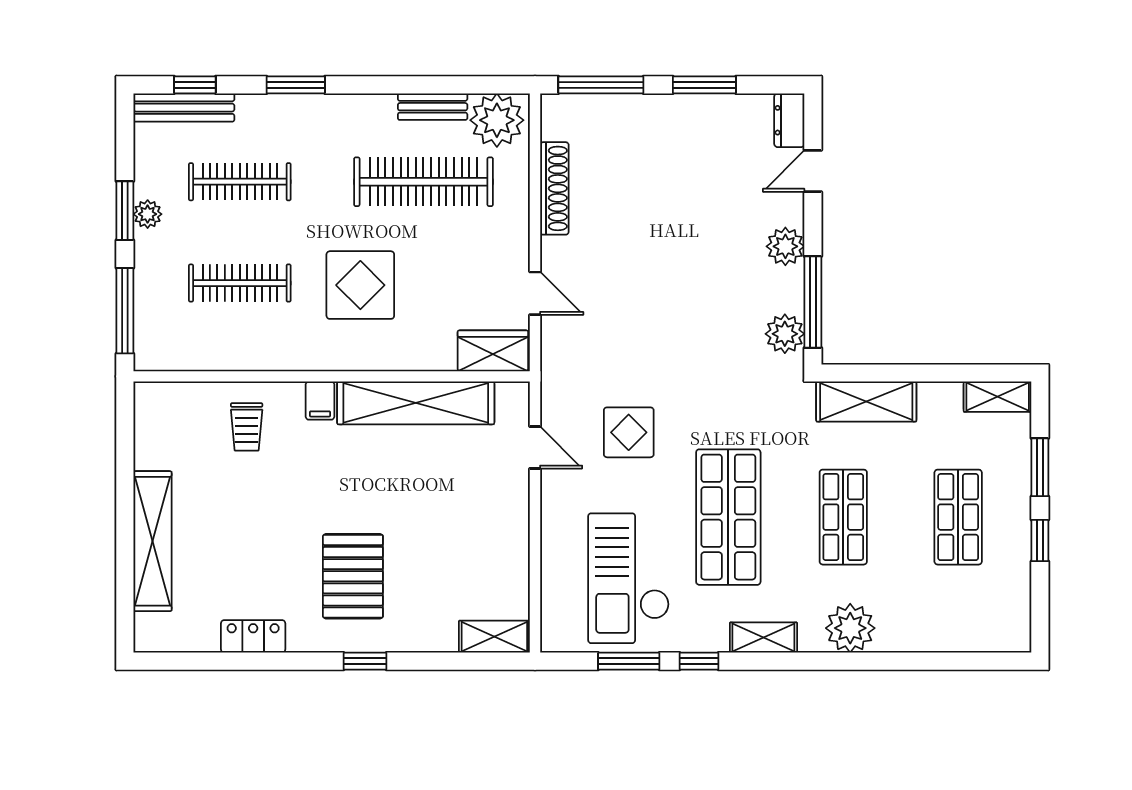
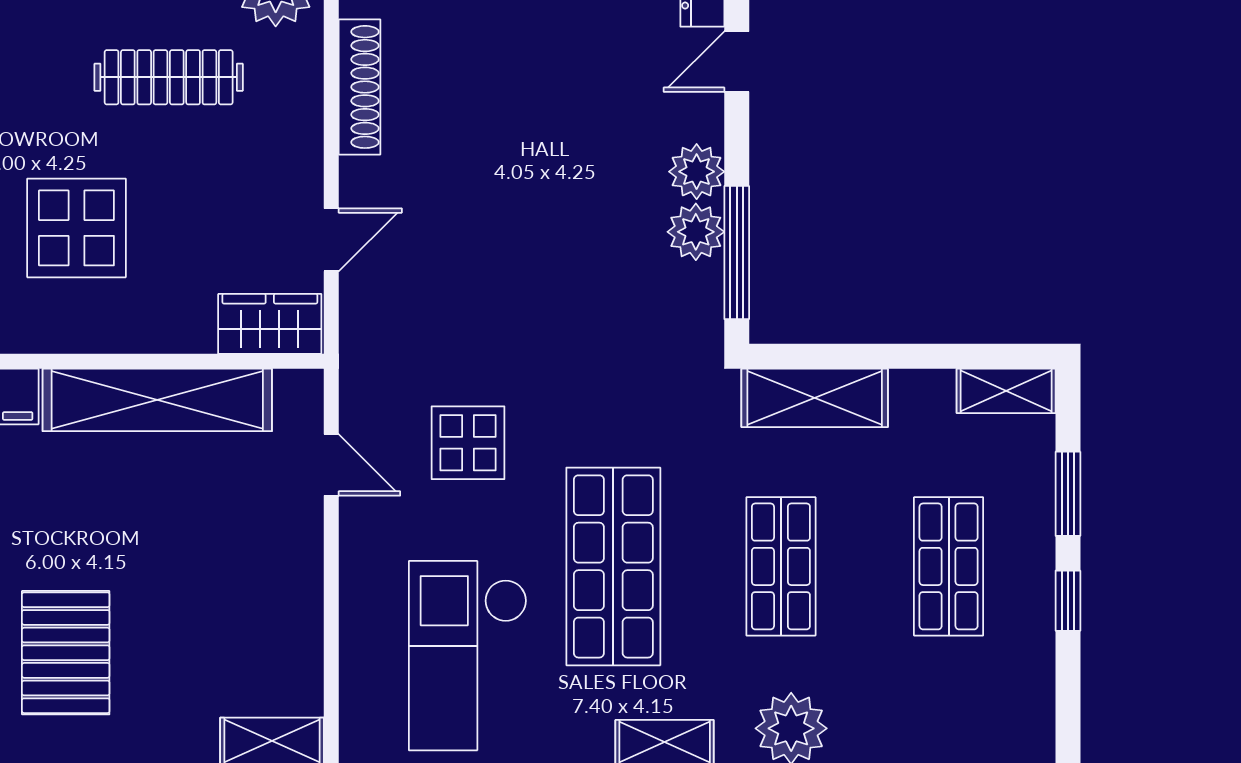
clothes rail: (423, 182) -> (169, 77), width x0.73, depth x0.76
door: (535, 293) -> (331, 240), hinge flipped
plant: (785, 334) -> (696, 232), moved

